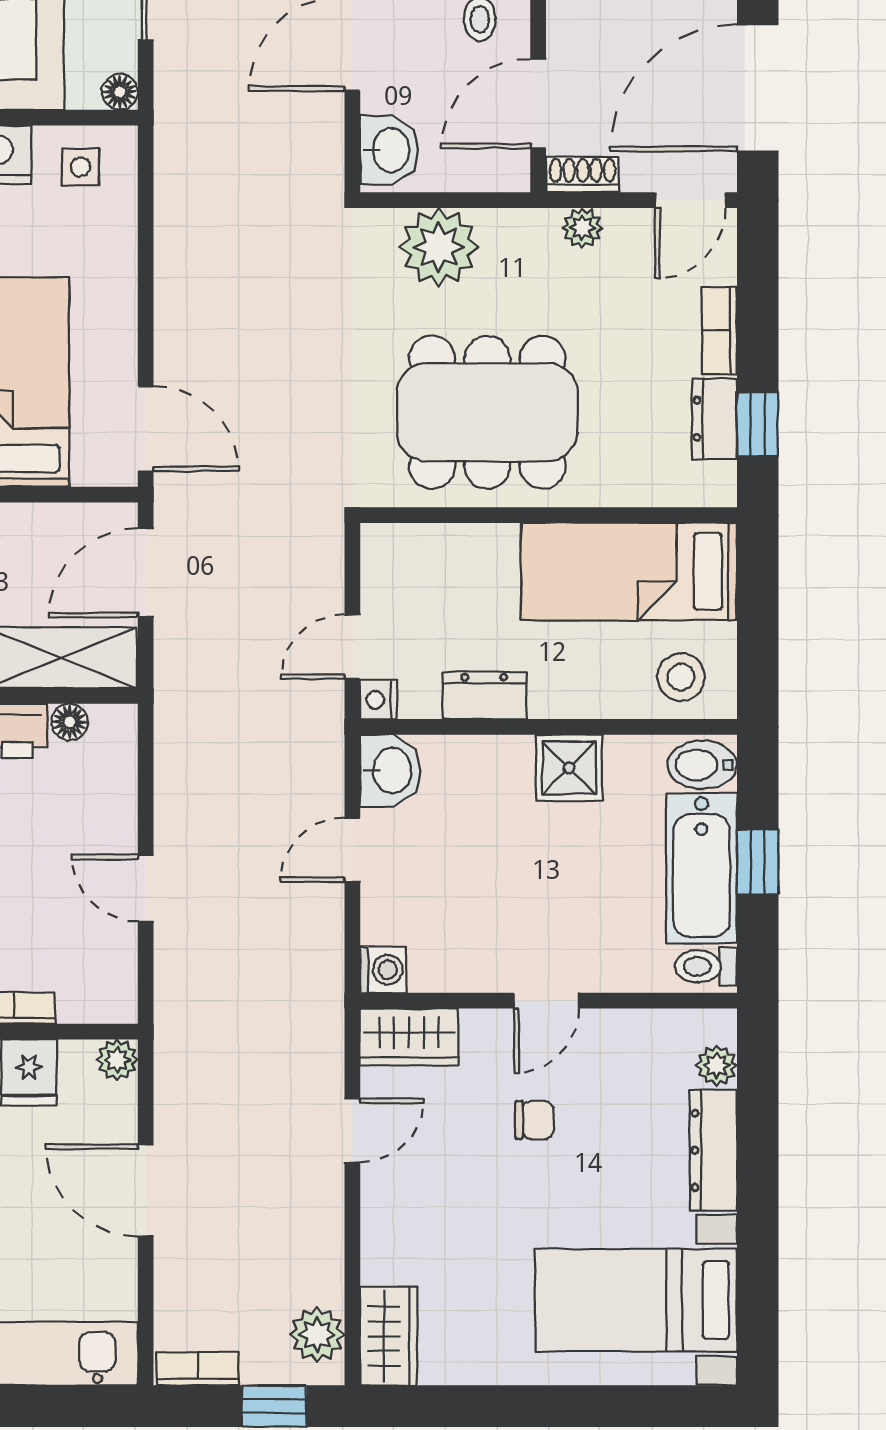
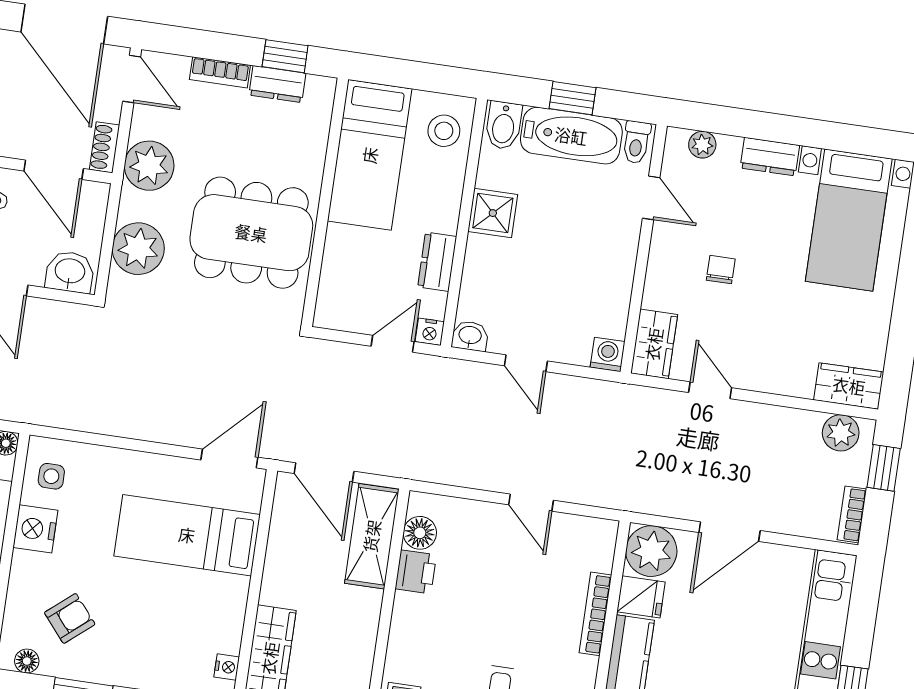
plant: (582, 228) -> (149, 166), width x1.88, depth x1.88
dining table: (487, 412) -> (251, 233), turned 90
door: (352, 647) -> (393, 344), swing flipped
floor lamp: (70, 722) -> (420, 533), width x1.37, depth x1.37
washbasin: (390, 771) -> (470, 336), width x0.72, depth x0.69
door: (146, 888) -> (531, 503), hinge flipped
door: (546, 1001) -> (651, 198), moved
plant: (117, 1060) -> (651, 551), width x1.88, depth x1.88
dresser: (713, 1150) -> (770, 157), width x0.70

